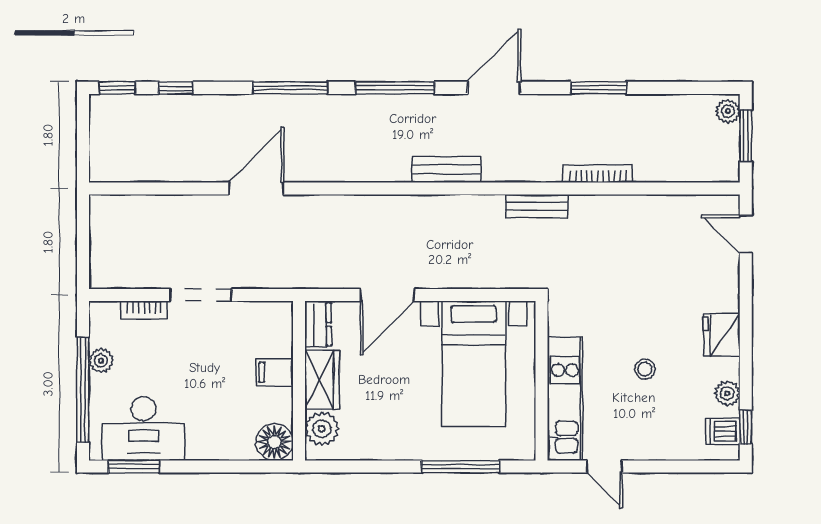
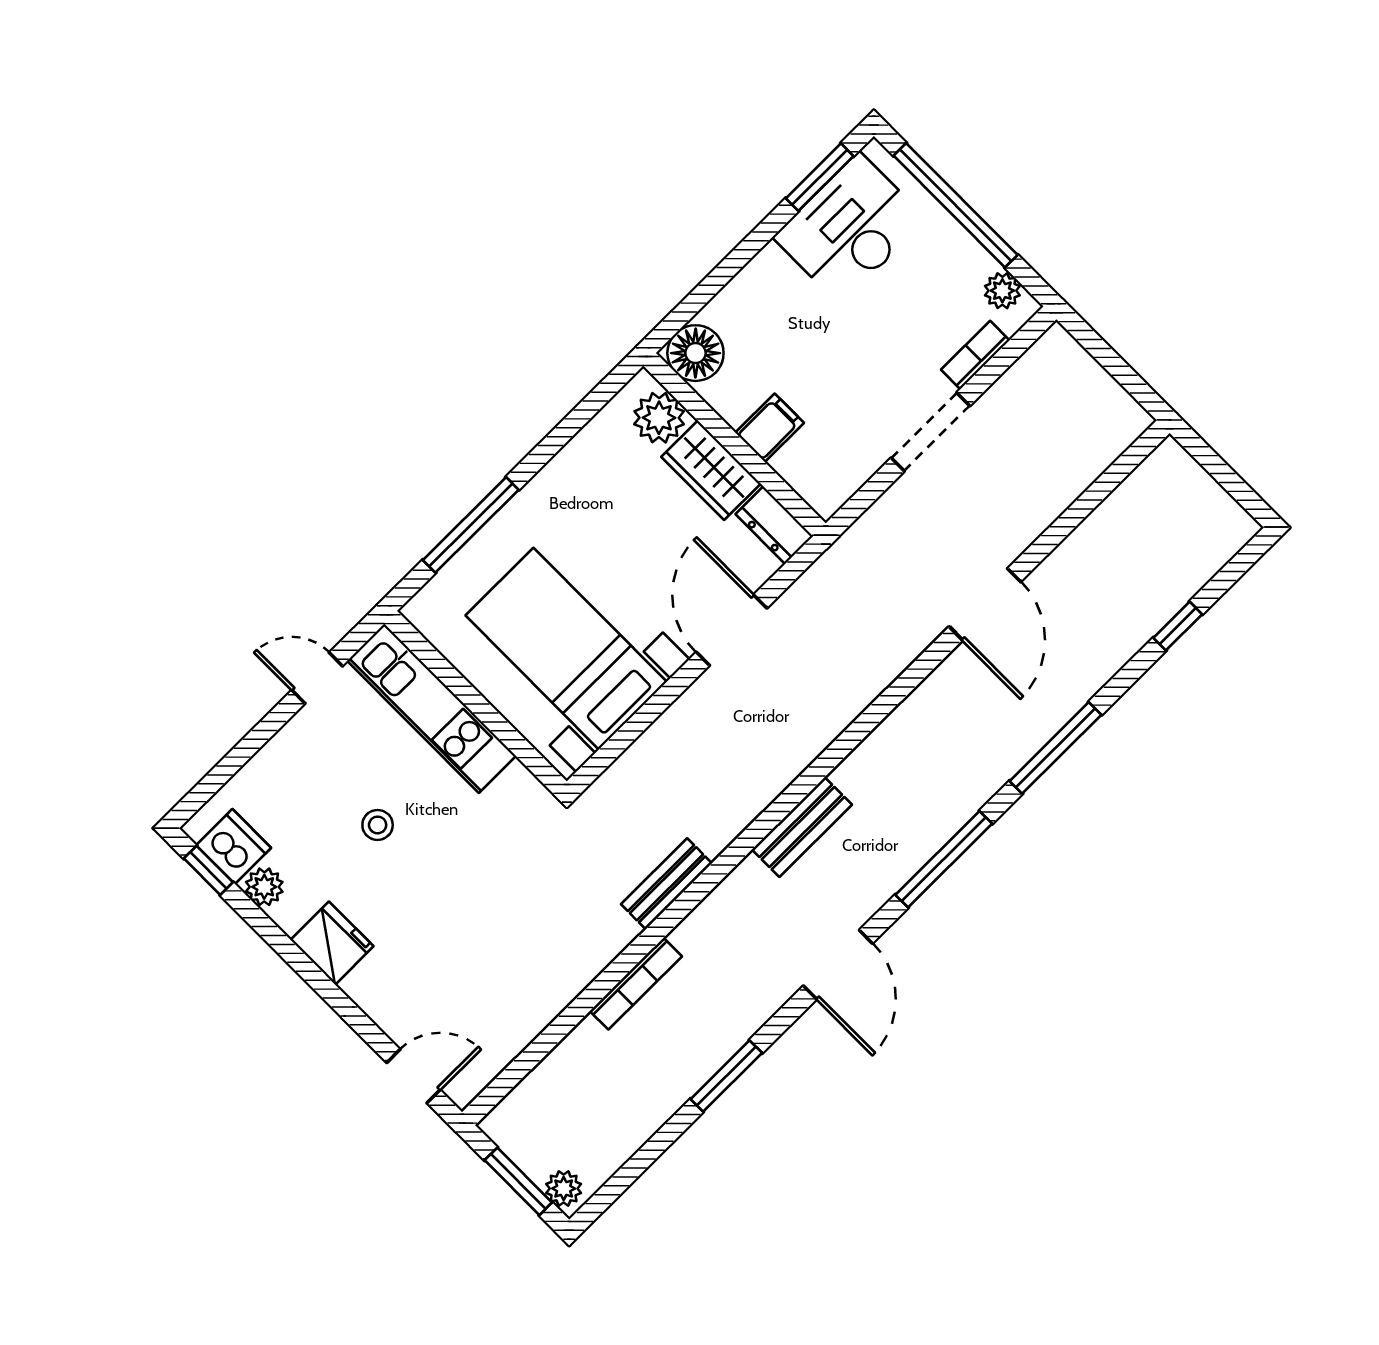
window: (117, 88) -> (1240, 564), removed
plant: (101, 361) -> (1002, 291), moved
dishwasher: (723, 431) -> (234, 847), width x1.38

